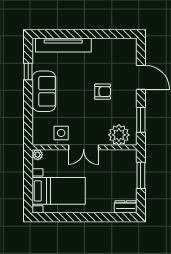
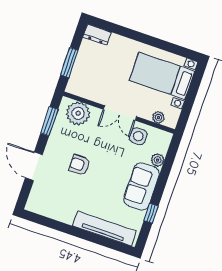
plant: (38, 118) -> (158, 160), added
double door: (84, 147) -> (120, 113), swing flipped
plant: (38, 155) -> (158, 117), moved

